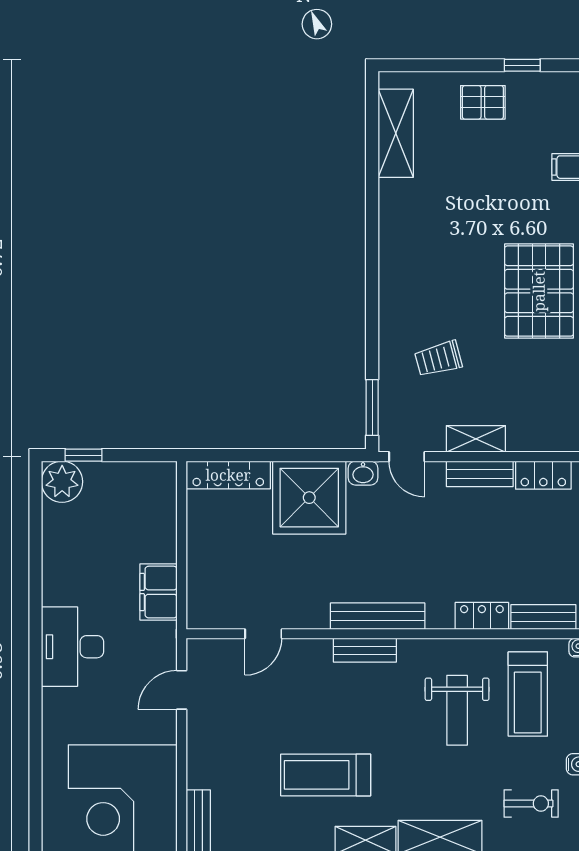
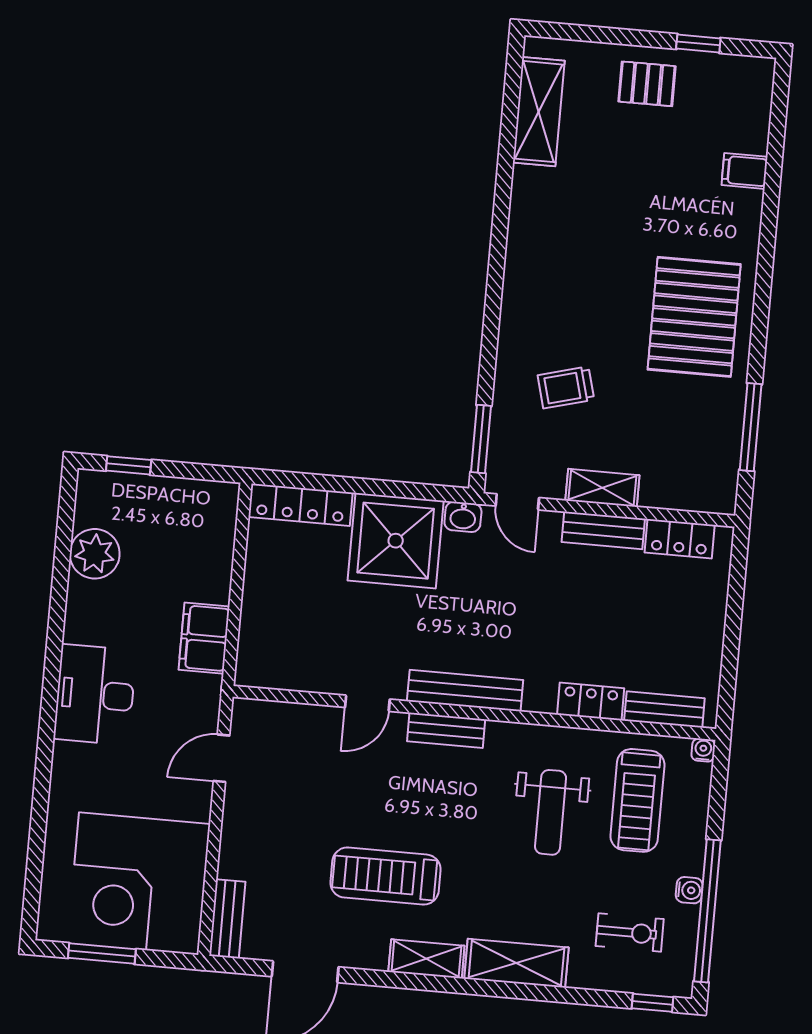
plant: (62, 482) -> (95, 554), moved
door: (263, 634) -> (367, 703), moved

